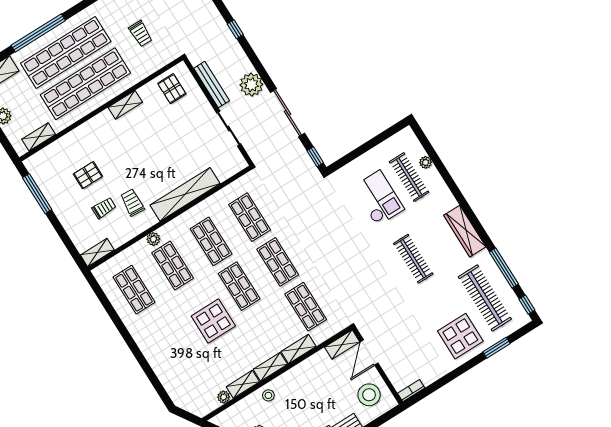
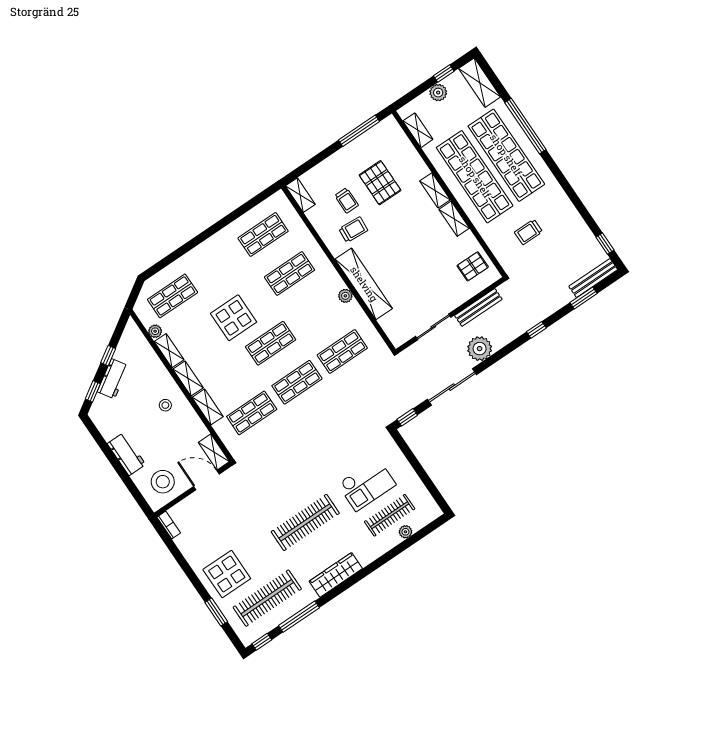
shelving: (97, 122) -> (435, 190), added
pallet: (88, 175) -> (380, 183), width x1.50, depth x1.42
plant: (153, 239) -> (345, 296), moved
shop shelf: (211, 241) -> (172, 296), moved
clothes rail: (413, 259) -> (305, 522), width x1.37, depth x1.31
stool: (268, 395) -> (165, 405), moved

